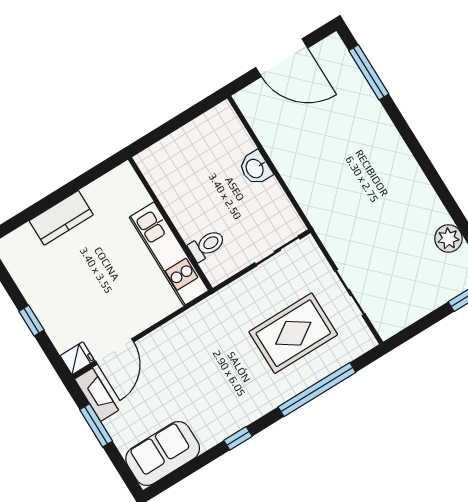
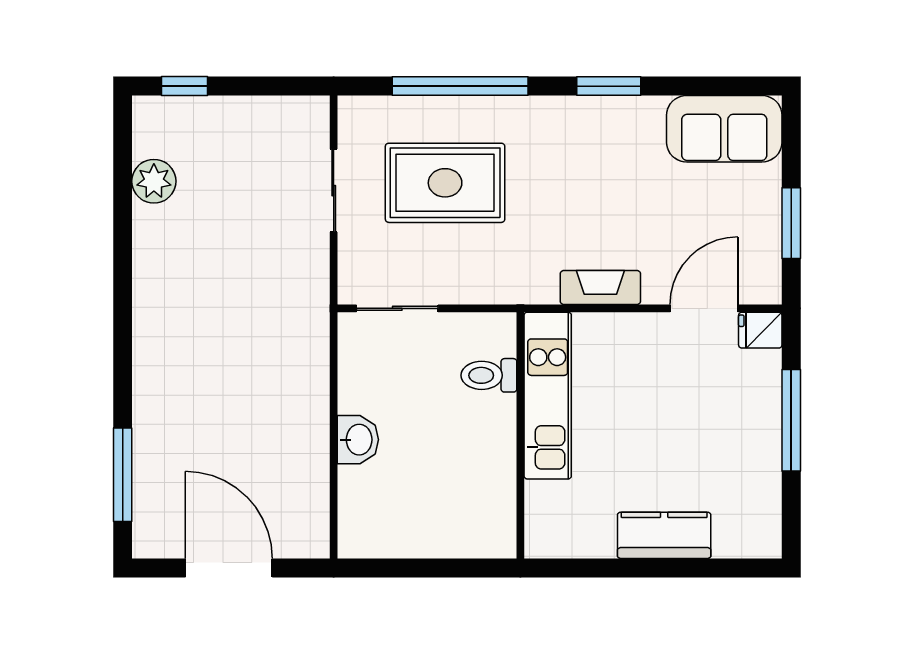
window: (31, 321) -> (791, 420), width x2.17
fireplace: (97, 395) -> (600, 288), moved, turned 90
window: (238, 438) -> (609, 86), width x1.50

